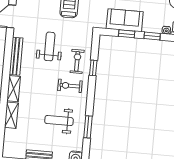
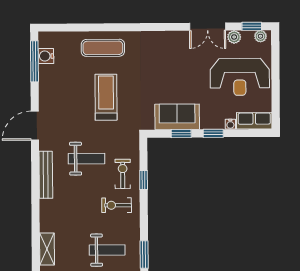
weight bench: (50, 46) -> (86, 159), turned 90
shelving: (14, 89) -> (47, 216), removed
weight bench: (59, 121) -> (107, 250), turned 180

